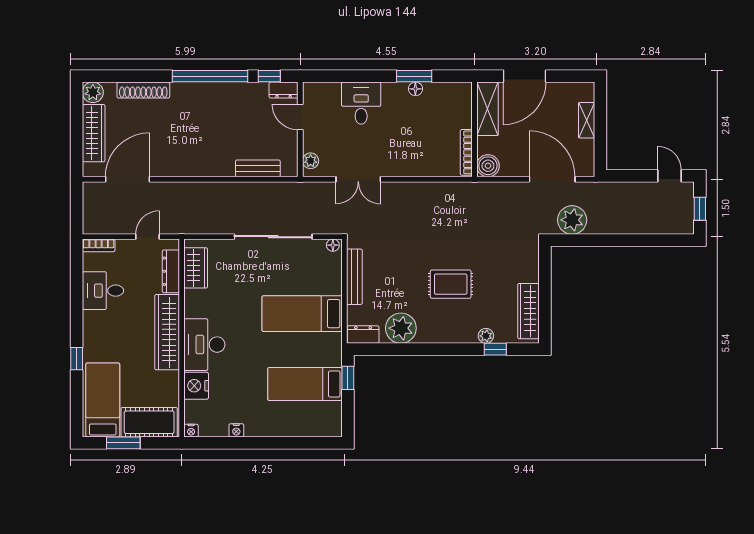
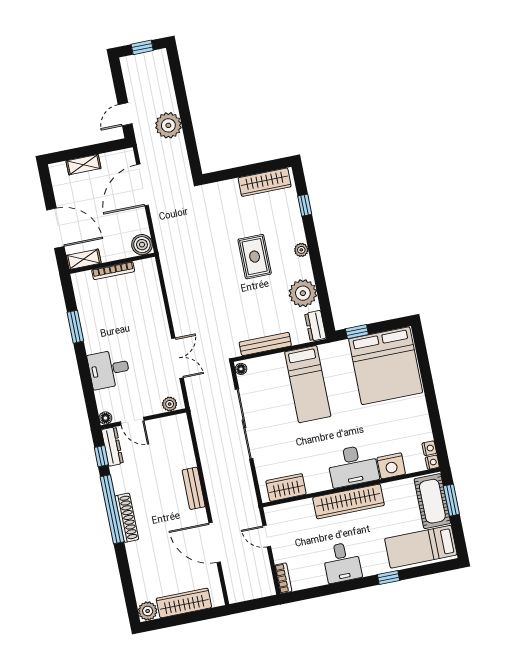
floor lamp: (415, 89) -> (105, 418), moved
shoe rack: (143, 90) -> (127, 518), moved
dresser: (284, 90) -> (112, 447), width x1.44
shelving: (487, 109) -> (84, 259), width x0.67, depth x0.75
door: (300, 117) -> (132, 421), hinge flipped
bookcase: (466, 152) -> (113, 271), moved
bench: (258, 168) -> (194, 488), moved
door: (669, 176) -> (125, 114), moved
door: (127, 179) -> (215, 542), moved
plant: (572, 220) -> (168, 125), moved
dresser: (171, 271) -> (293, 509), removed
desk: (103, 291) -> (342, 562), moved
plant: (486, 336) -> (301, 250), moved
bed: (305, 384) -> (386, 366), width x2.04
nightstand: (236, 430) -> (429, 448), moved
window: (123, 443) -> (451, 500), moved

